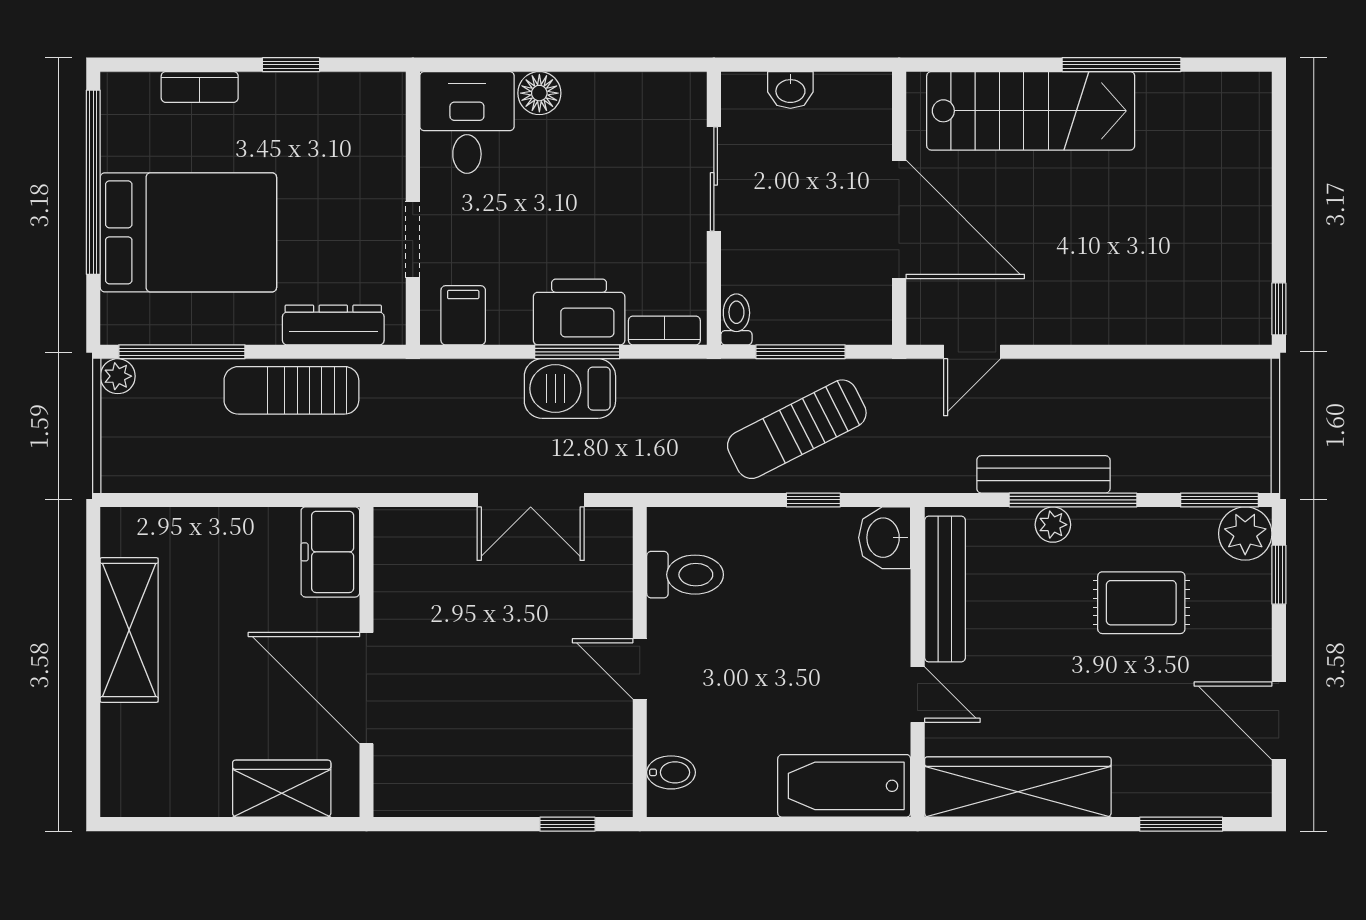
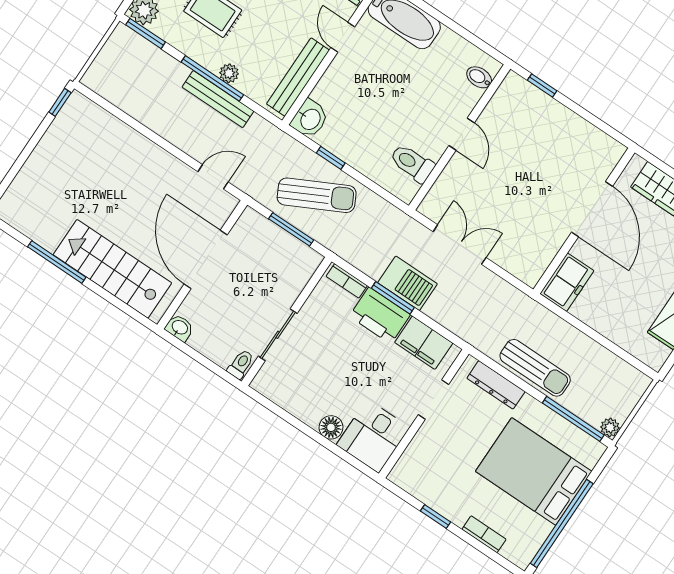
washbasin: (790, 90) -> (180, 328), moved
filing cabinet: (463, 315) -> (424, 343), width x2.00
toilet: (736, 319) -> (241, 364), moved, turned 180

